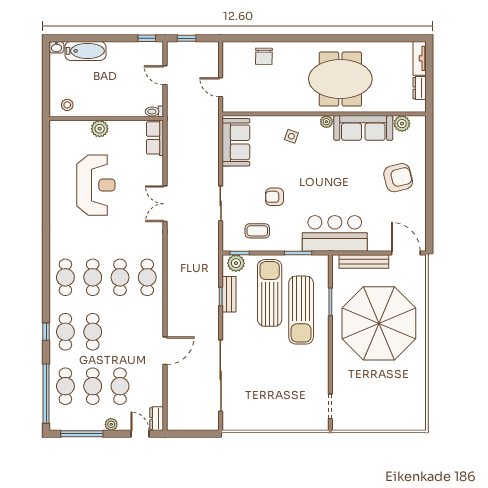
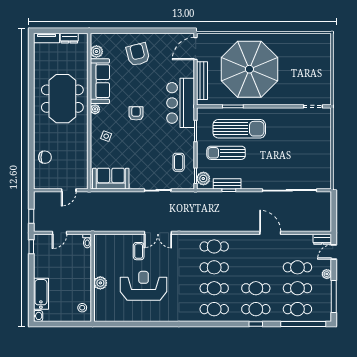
row of seats: (155, 138) -> (107, 241), removed
coffee table: (141, 179) -> (139, 251), added
armchair: (274, 197) -> (136, 113), moved, turned 180
sun lounger: (270, 293) -> (226, 153), width x0.73, depth x0.75

